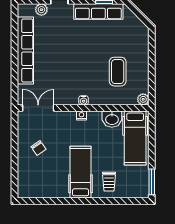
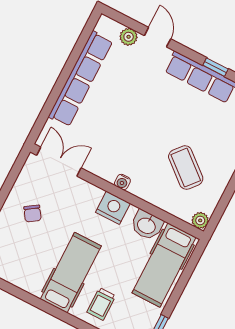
coffee table: (118, 72) -> (186, 168), turned -50
nightstand: (81, 115) -> (113, 208), width x1.89, depth x1.79

